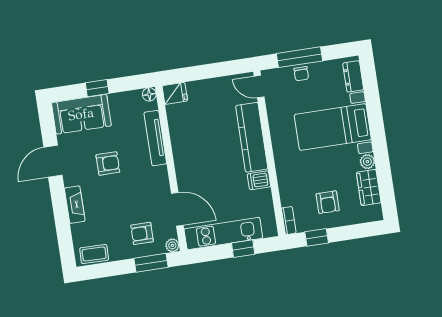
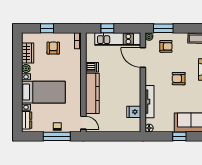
fridge: (175, 93) -> (134, 112), moved
armchair: (108, 163) -> (179, 79), moved
window: (317, 237) -> (47, 28), moved

